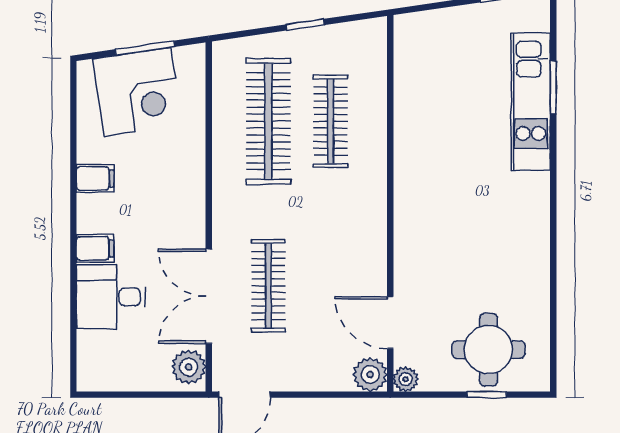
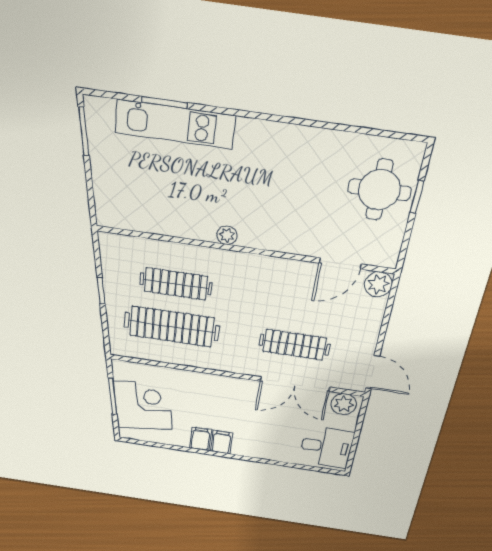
filing cabinet: (95, 248) -> (221, 442), moved
desk: (111, 297) -> (326, 447), moved, turned -90
plant: (406, 379) -> (227, 235), moved

